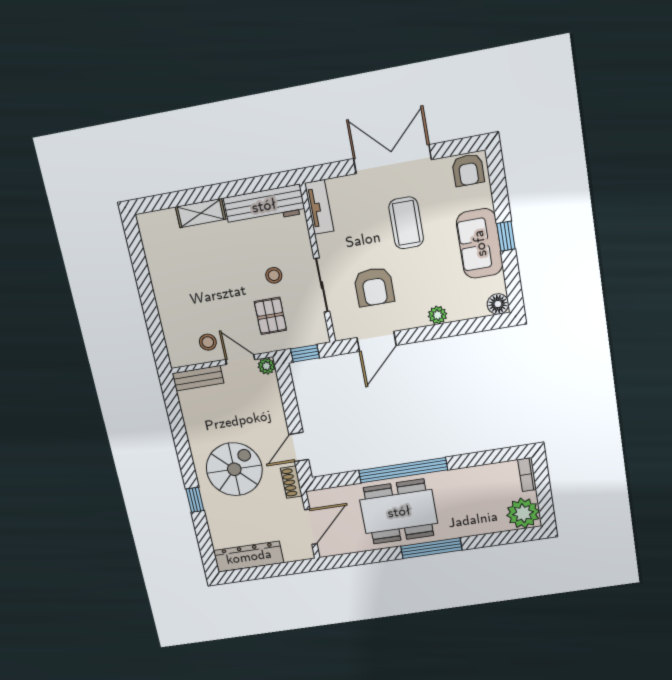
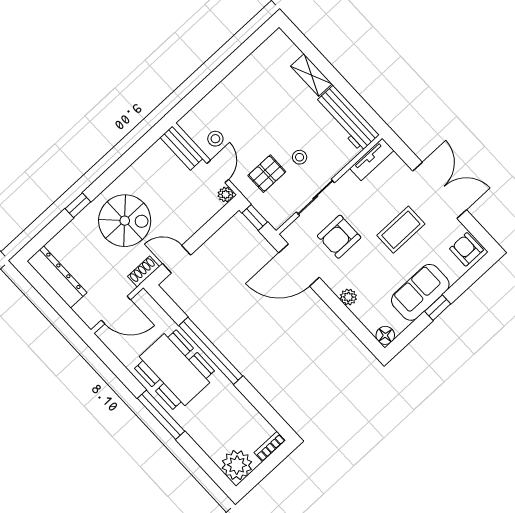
armchair: (468, 170) -> (466, 249), turned 90
door: (377, 341) -> (299, 265), width x1.36

